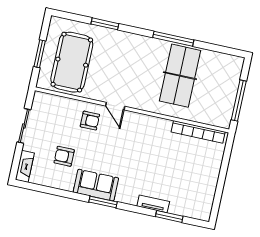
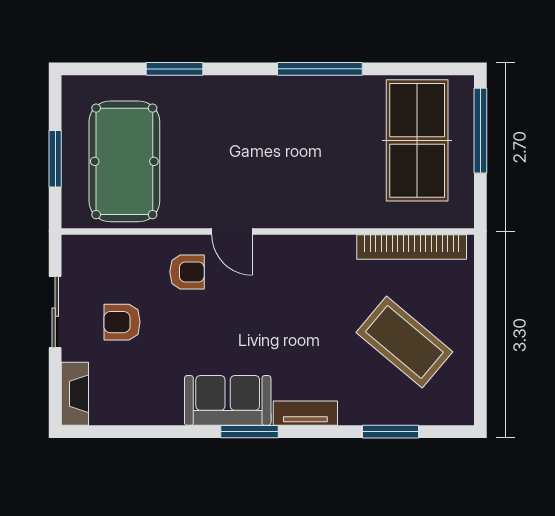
table tennis table: (180, 76) -> (417, 140), moved
window: (239, 101) -> (480, 131), moved
armchair: (64, 156) -> (122, 322), moved
coffee table: (185, 176) -> (404, 342), added
tv unit: (153, 204) -> (305, 413), moved

